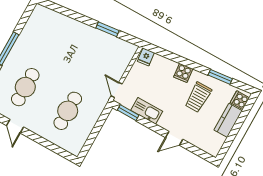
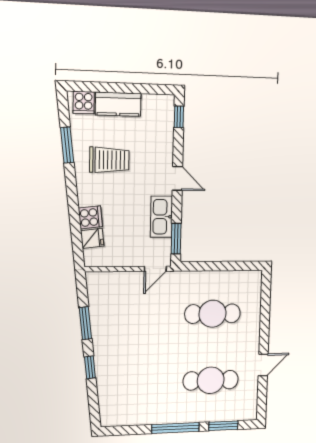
window: (79, 17) -> (90, 367), added
fridge: (146, 57) -> (92, 238), moved
cooker: (183, 73) -> (90, 217), moved
door: (174, 138) -> (177, 178), moved
window: (201, 154) -> (179, 117), added

